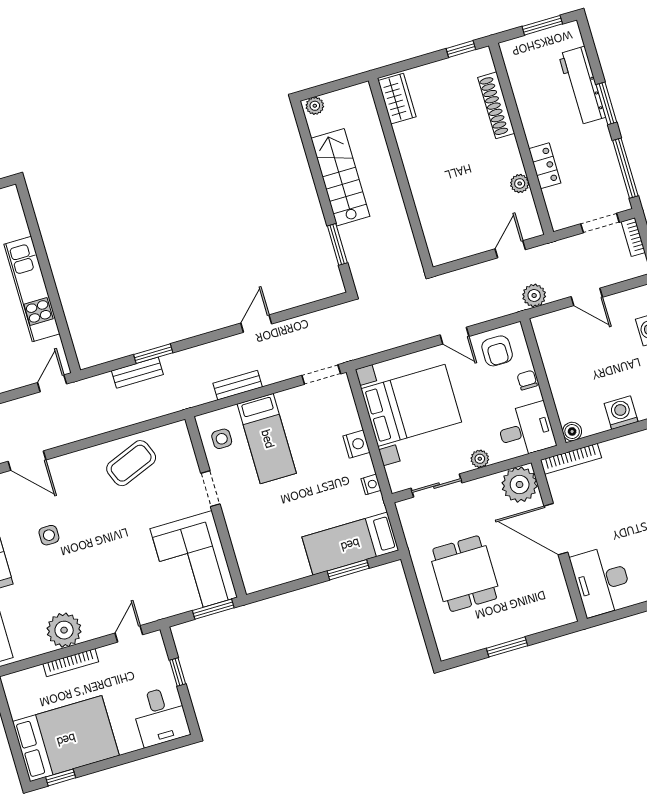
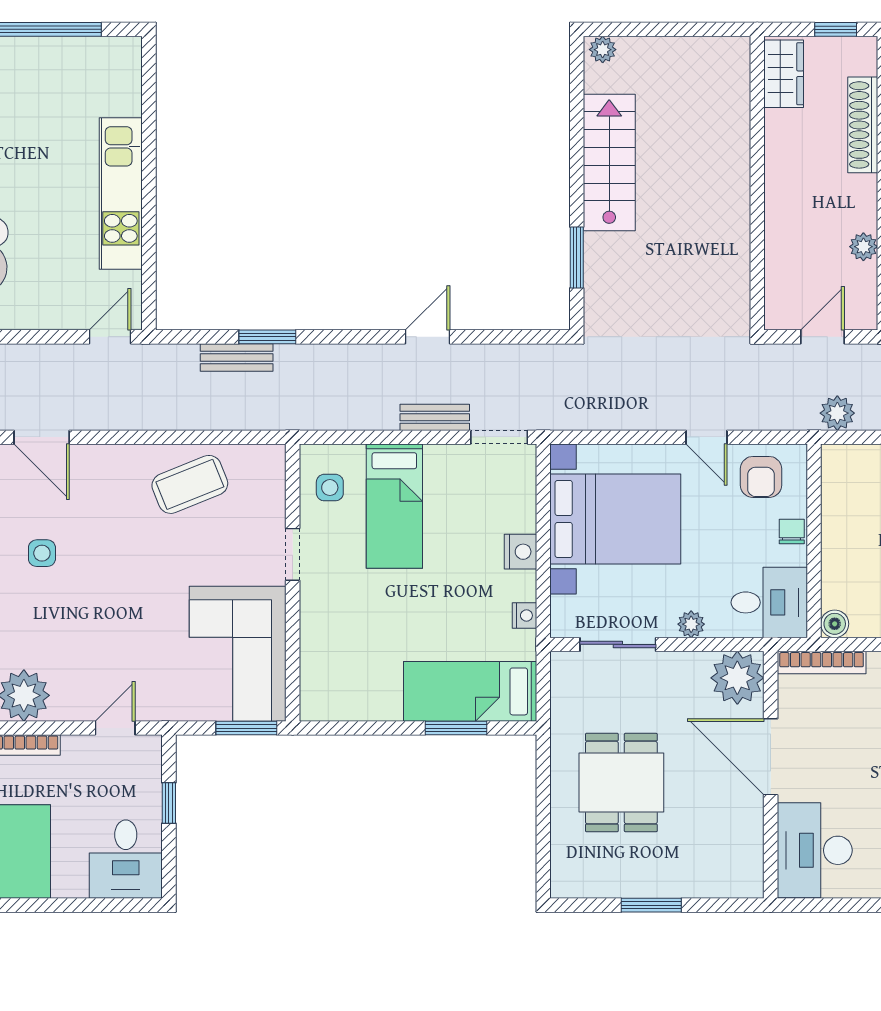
wardrobe: (397, 99) -> (784, 74), moved
wall: (401, 174) -> (757, 183), moved
bench: (238, 385) -> (435, 417), moved

